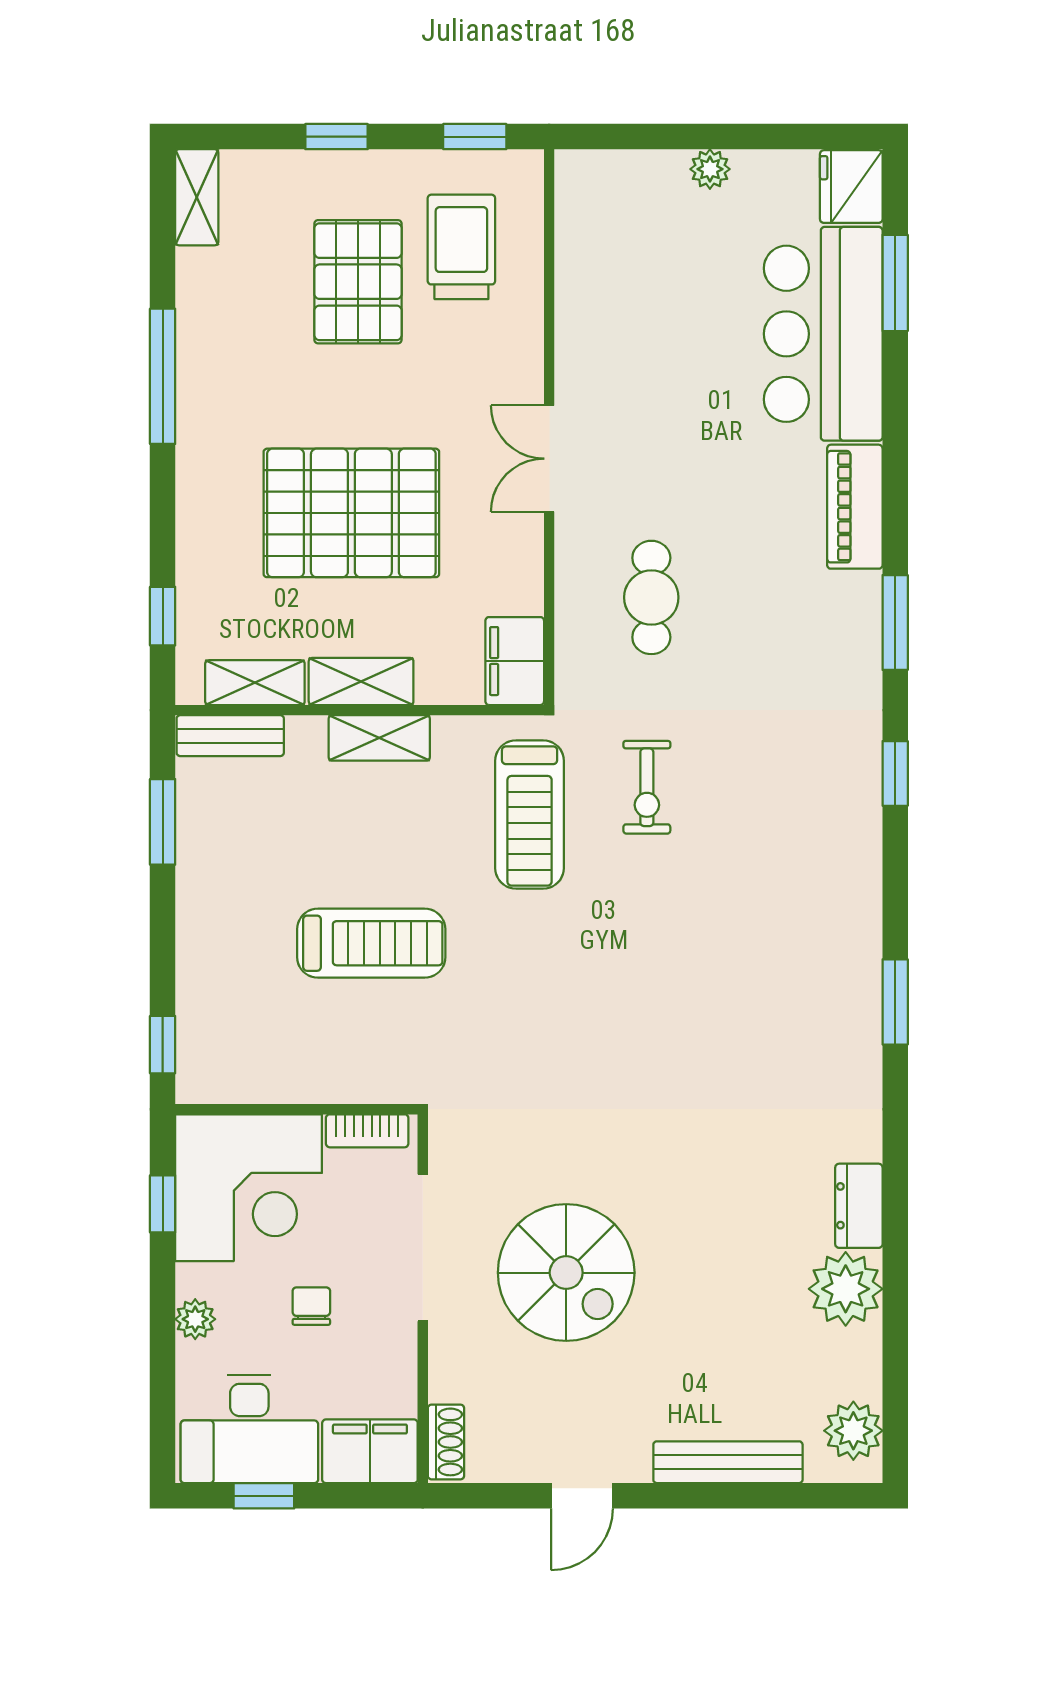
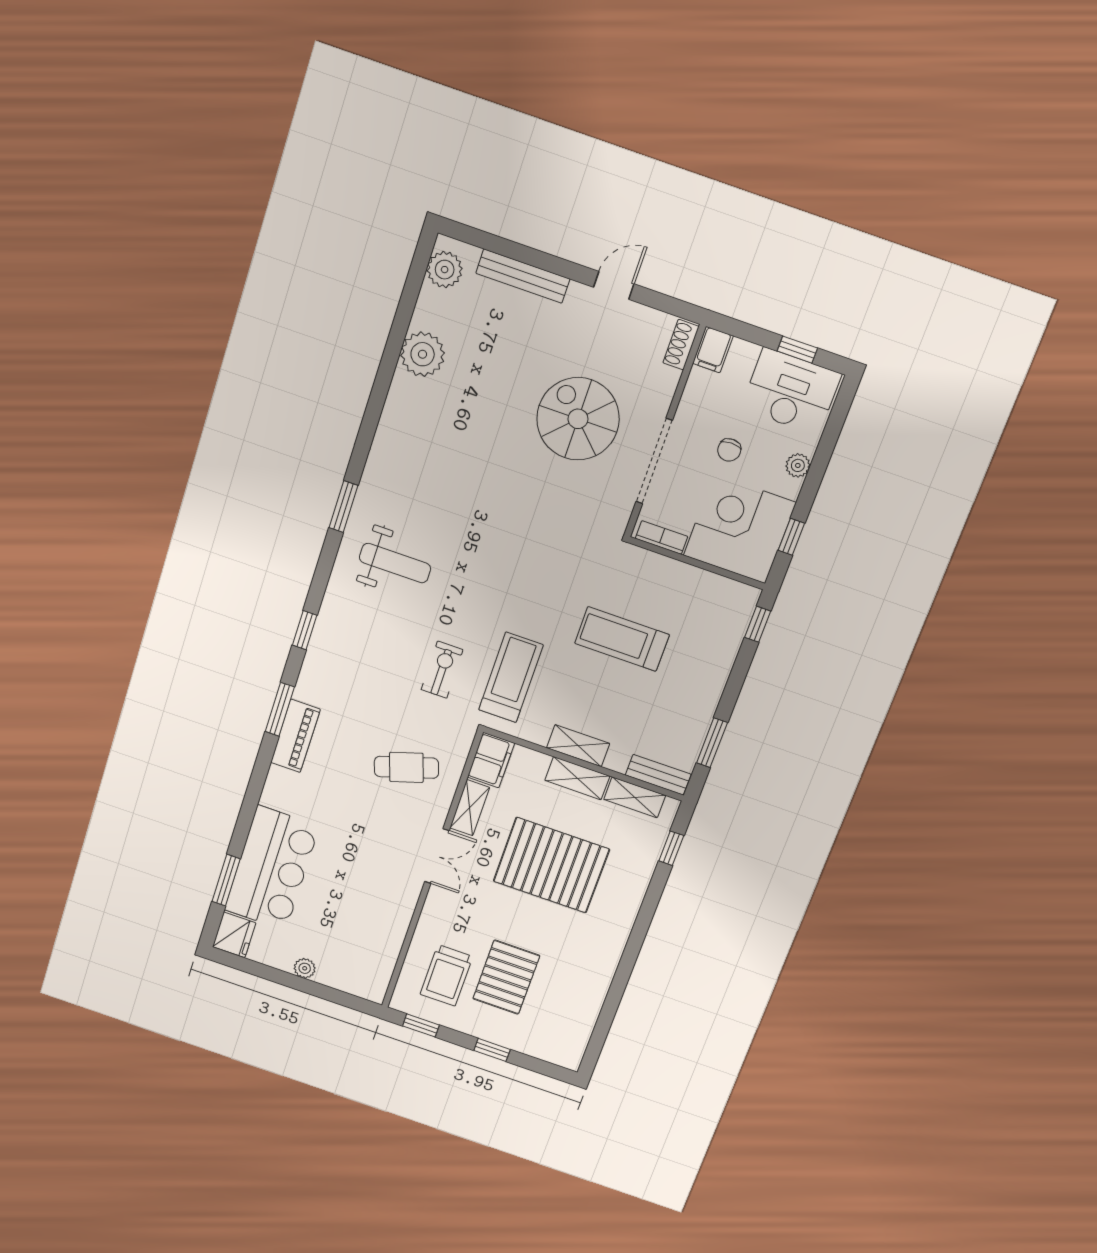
shelving: (197, 197) -> (470, 808), moved
window: (163, 376) -> (626, 967), removed
piano: (855, 507) -> (295, 736), moved
cafe table: (651, 597) -> (406, 767), turned 72
weight bench: (782, 939) -> (395, 563), added
dresser: (859, 1206) -> (400, 399), removed
filing cabinet: (370, 1451) -> (713, 350), width x0.50

